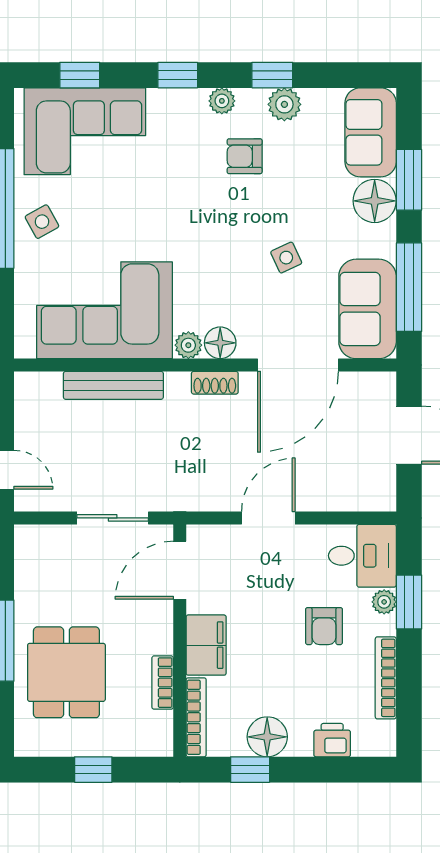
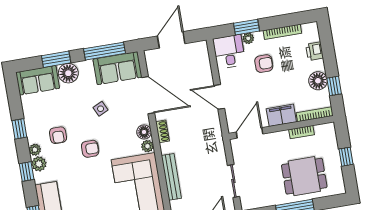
plant: (284, 104) -> (39, 164), moved
armchair: (204, 220) -> (90, 149), added
sliding door: (113, 518) -> (233, 181), moved
door: (180, 570) -> (250, 133), swing flipped

